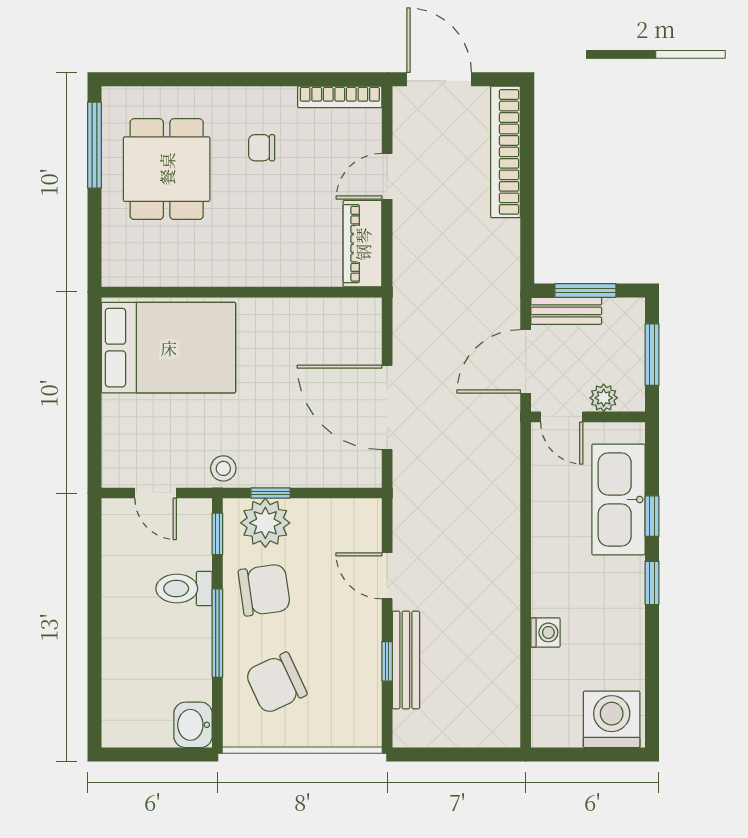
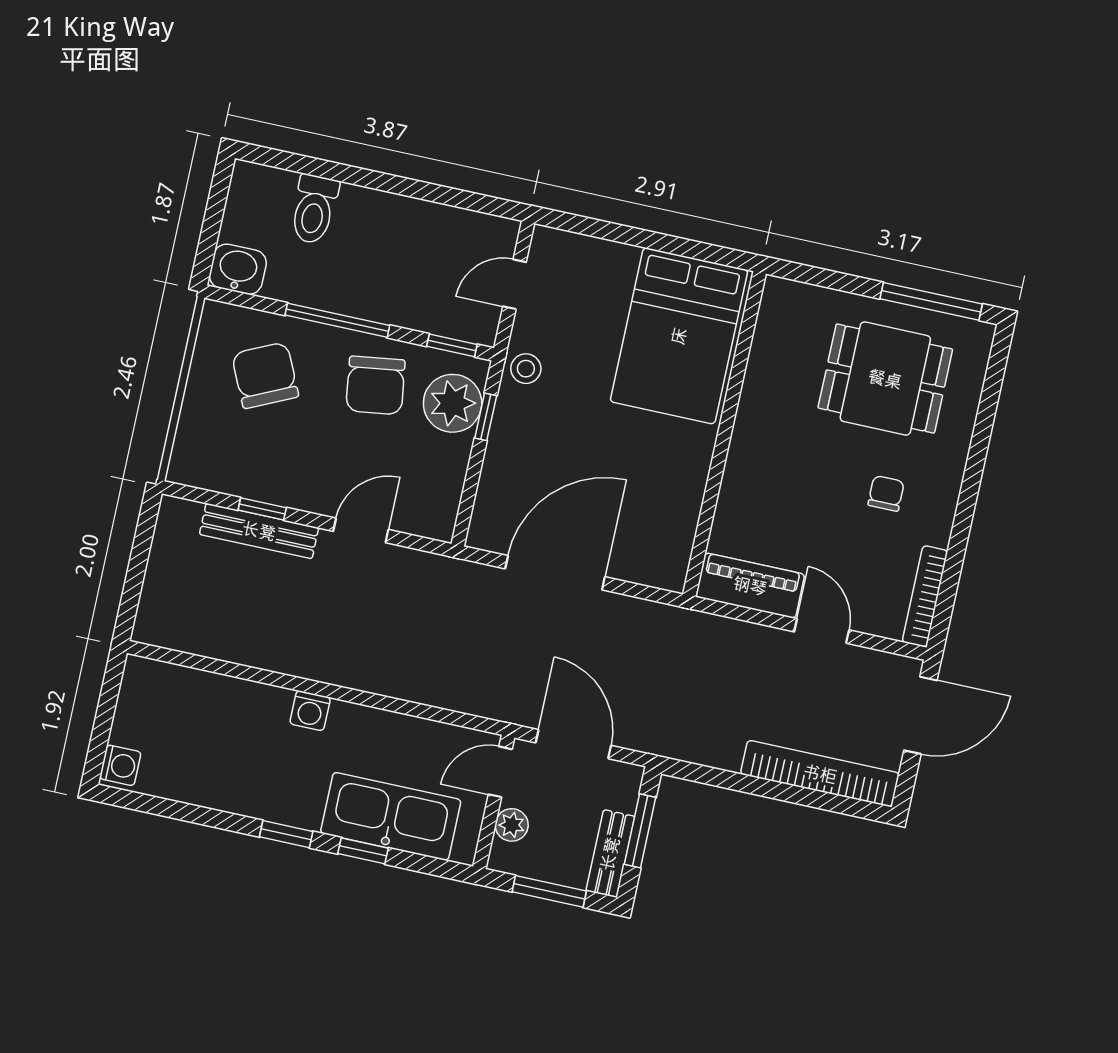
bench: (566, 311) -> (610, 854), moved
toilet: (184, 589) -> (314, 209), moved, turned 180
washing machine: (545, 632) -> (310, 711), moved
washing machine: (612, 719) -> (120, 765), width x0.53, depth x0.53

